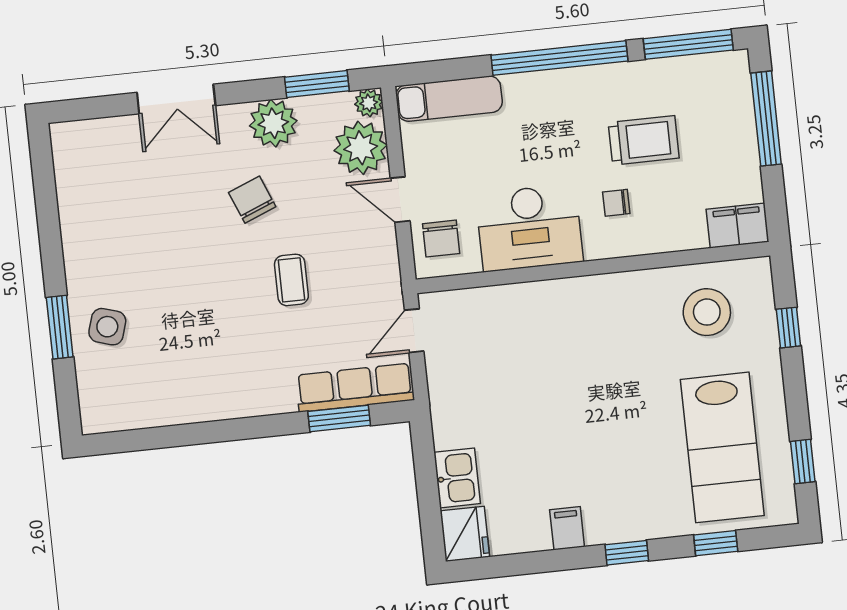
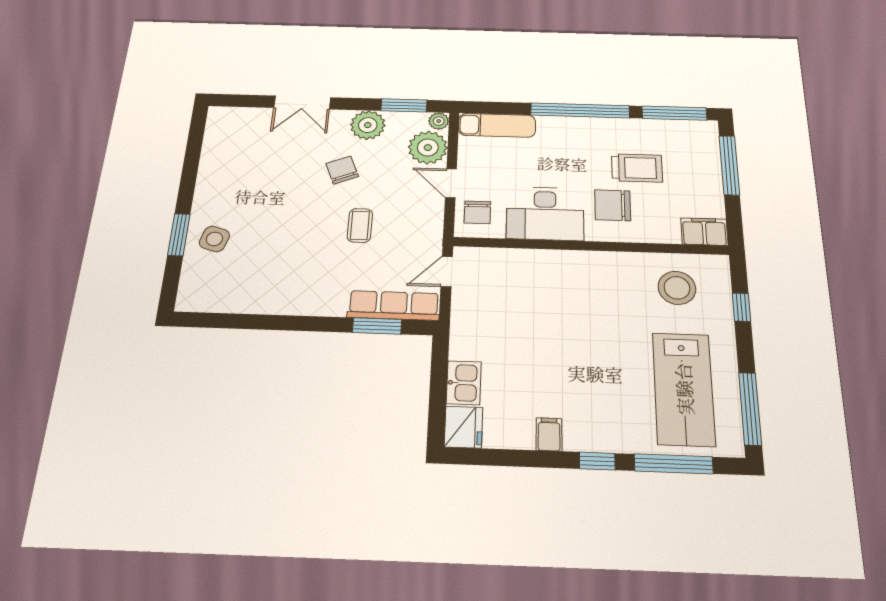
chair: (616, 203) -> (613, 205), width x1.87, depth x1.87
window: (803, 461) -> (750, 409), width x2.17
window: (716, 543) -> (674, 464), width x2.17

